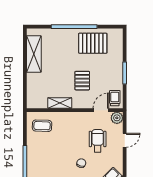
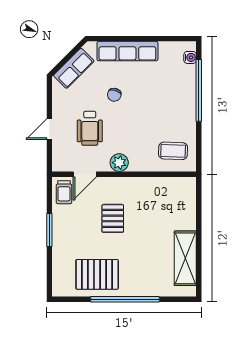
shelving: (60, 103) -> (147, 185), removed
plant: (117, 118) -> (119, 163), moved

